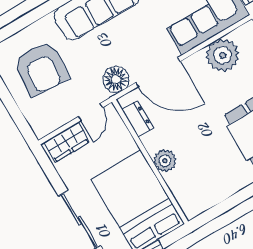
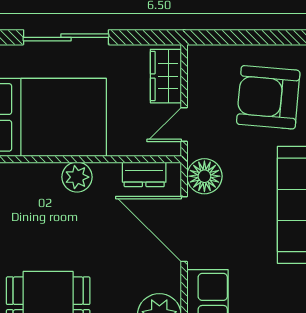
door: (158, 72) -> (184, 229), hinge flipped
door: (91, 112) -> (184, 125), hinge flipped

